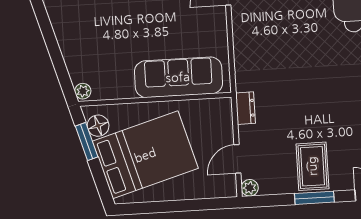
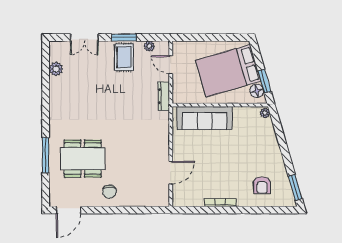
dresser: (245, 108) -> (164, 96), width x1.44
door: (237, 159) -> (171, 65), swing flipped
plant: (250, 188) -> (149, 46), moved

